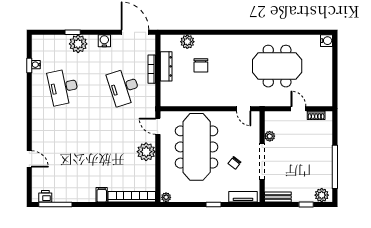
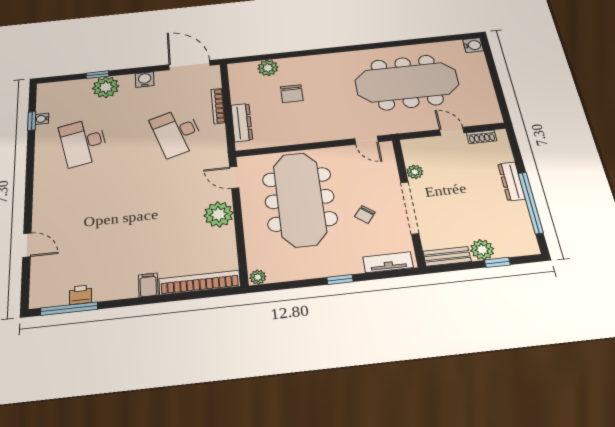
dresser: (166, 66) -> (242, 123), moved
meeting table: (277, 66) -> (407, 82), width x1.36
dresser: (327, 150) -> (512, 181), added
plant: (322, 195) -> (482, 250), moved
printer: (45, 196) -> (81, 295), moved

